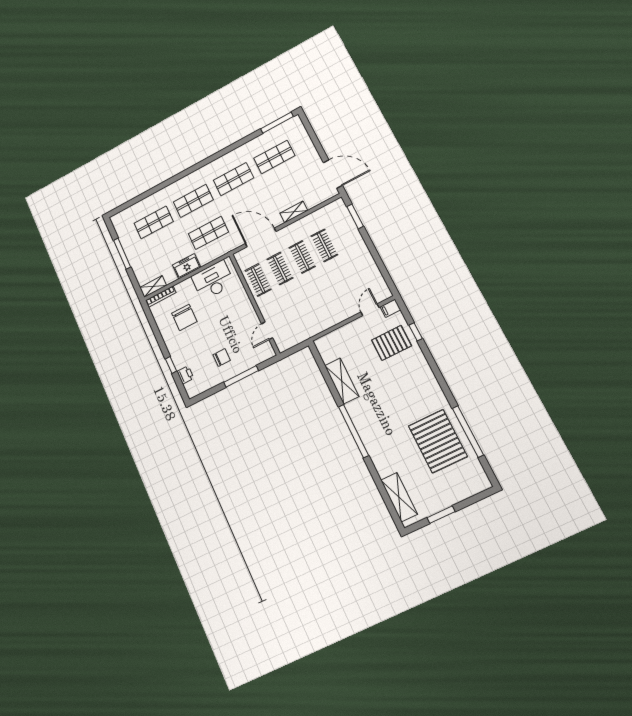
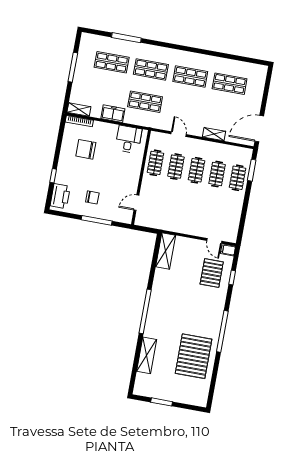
window: (277, 123) -> (126, 38), moved
door: (333, 174) -> (259, 129), swing flipped
clothes rail: (347, 234) -> (238, 178), added
door: (261, 237) -> (179, 134), width x0.53
desk: (213, 280) -> (129, 139), width x0.73
door: (370, 310) -> (214, 241), swing flipped
chair: (184, 317) -> (86, 149), turned 90
pallet: (391, 343) -> (212, 273), turned 90
printer: (185, 375) -> (60, 196), width x1.87, depth x1.48
shelving: (342, 381) -> (166, 251), moved
window: (468, 432) -> (222, 331), moved
shelving: (399, 497) -> (147, 355), moved

